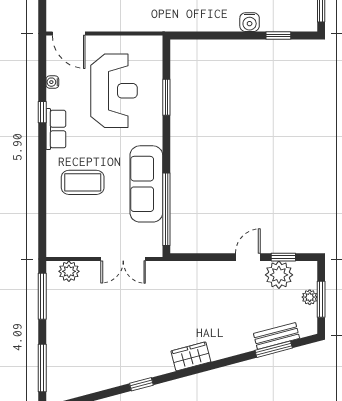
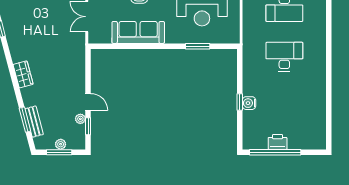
window: (278, 35) -> (240, 102), moved
window: (166, 209) -> (121, 46), removed
plant: (279, 275) -> (80, 119), width x0.53, depth x0.53
wardrobe: (191, 356) -> (23, 74), moved

